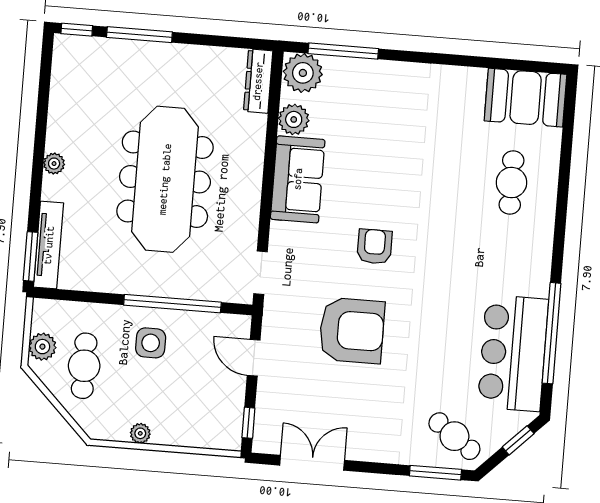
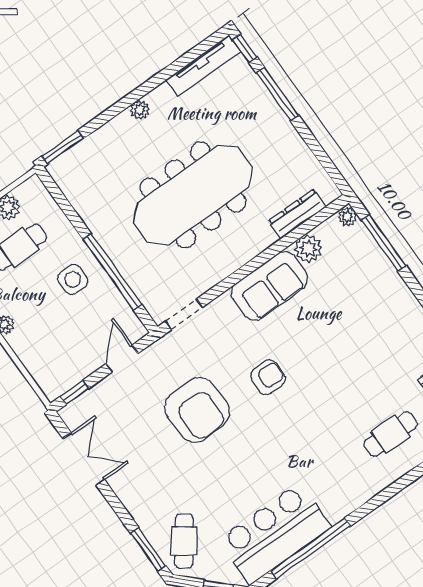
plant: (303, 73) -> (347, 217), width x0.53, depth x0.53
dresser: (258, 81) -> (297, 214), moved
tv unit: (49, 245) -> (204, 65), moved

